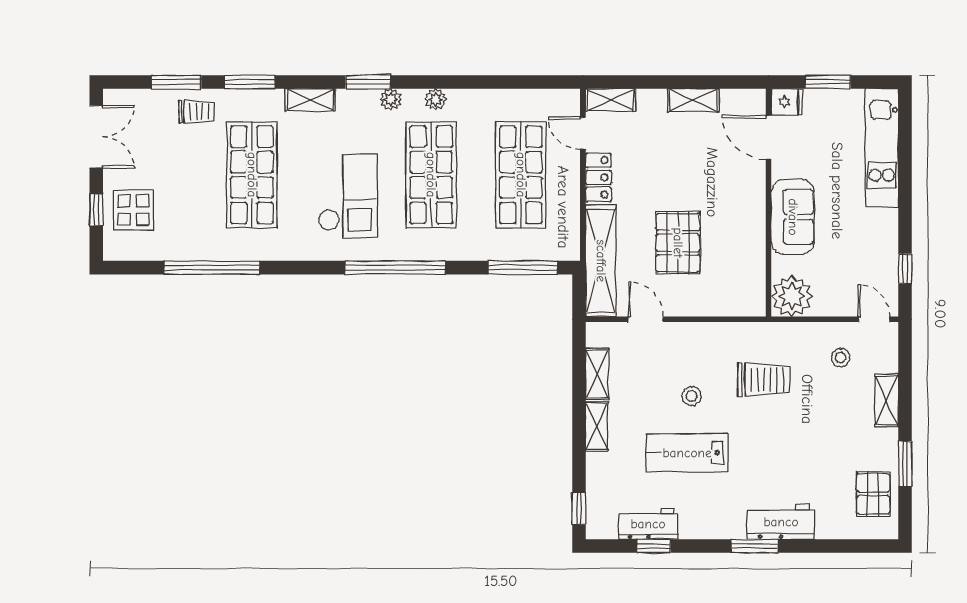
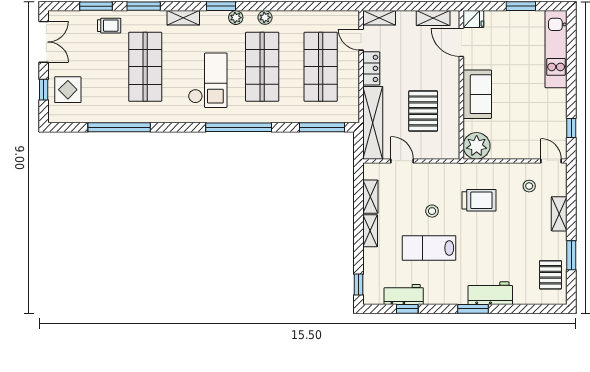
fridge: (787, 102) -> (473, 19), moved
door: (769, 137) -> (461, 42), moved
wall: (769, 203) -> (461, 85), moved
sofa: (793, 217) -> (477, 94), moved
plant: (792, 296) -> (477, 146), moved

